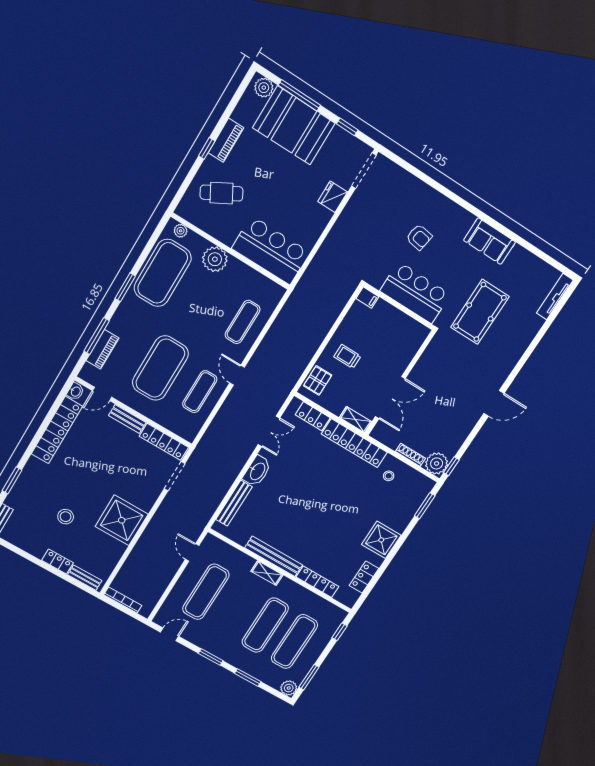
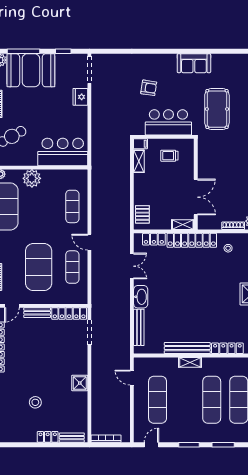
shelving: (352, 317) -> (139, 161), added
trolley: (347, 356) -> (169, 156), moved
shower: (122, 520) -> (80, 383), width x0.54, depth x0.54

